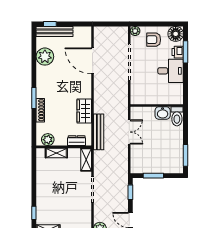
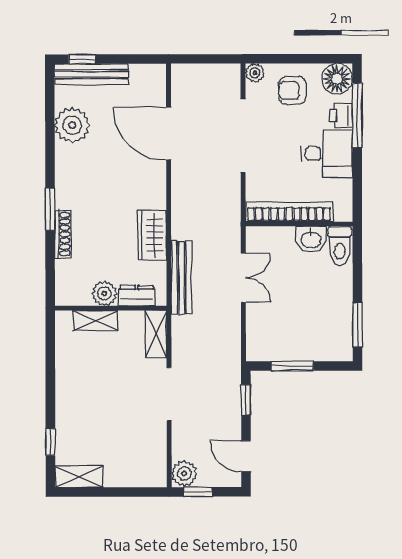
window: (186, 52) -> (357, 115), width x1.44
bookcase: (152, 100) -> (289, 212), added
plant: (48, 140) -> (104, 293), moved

